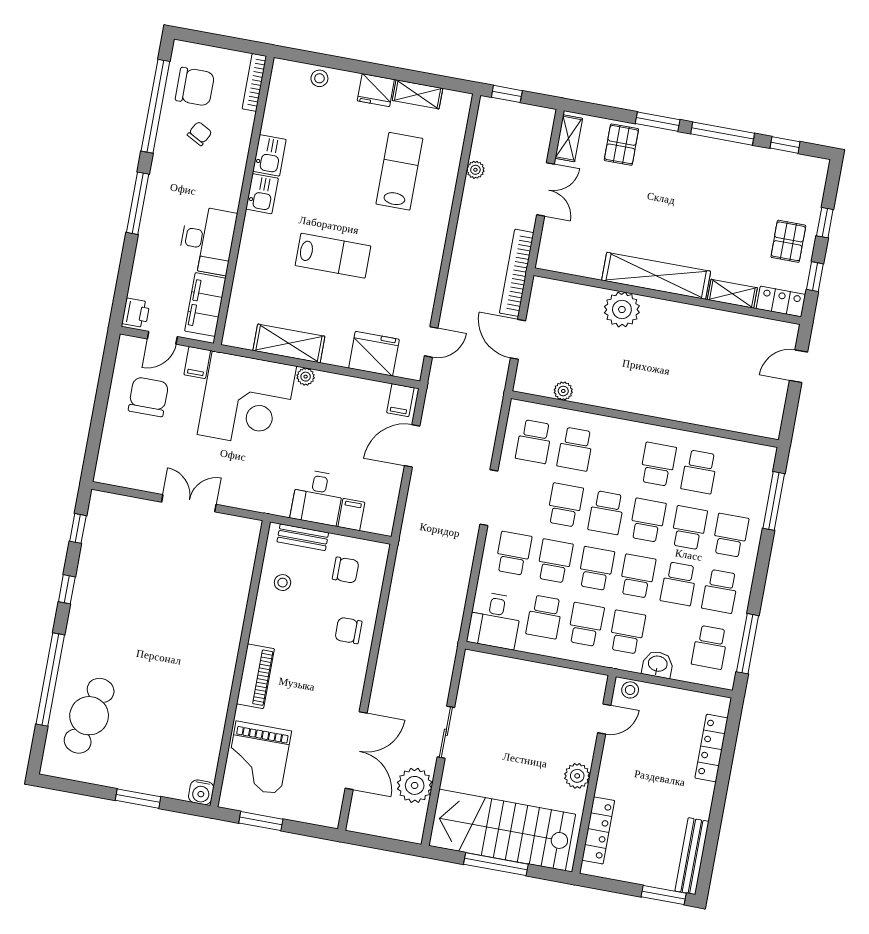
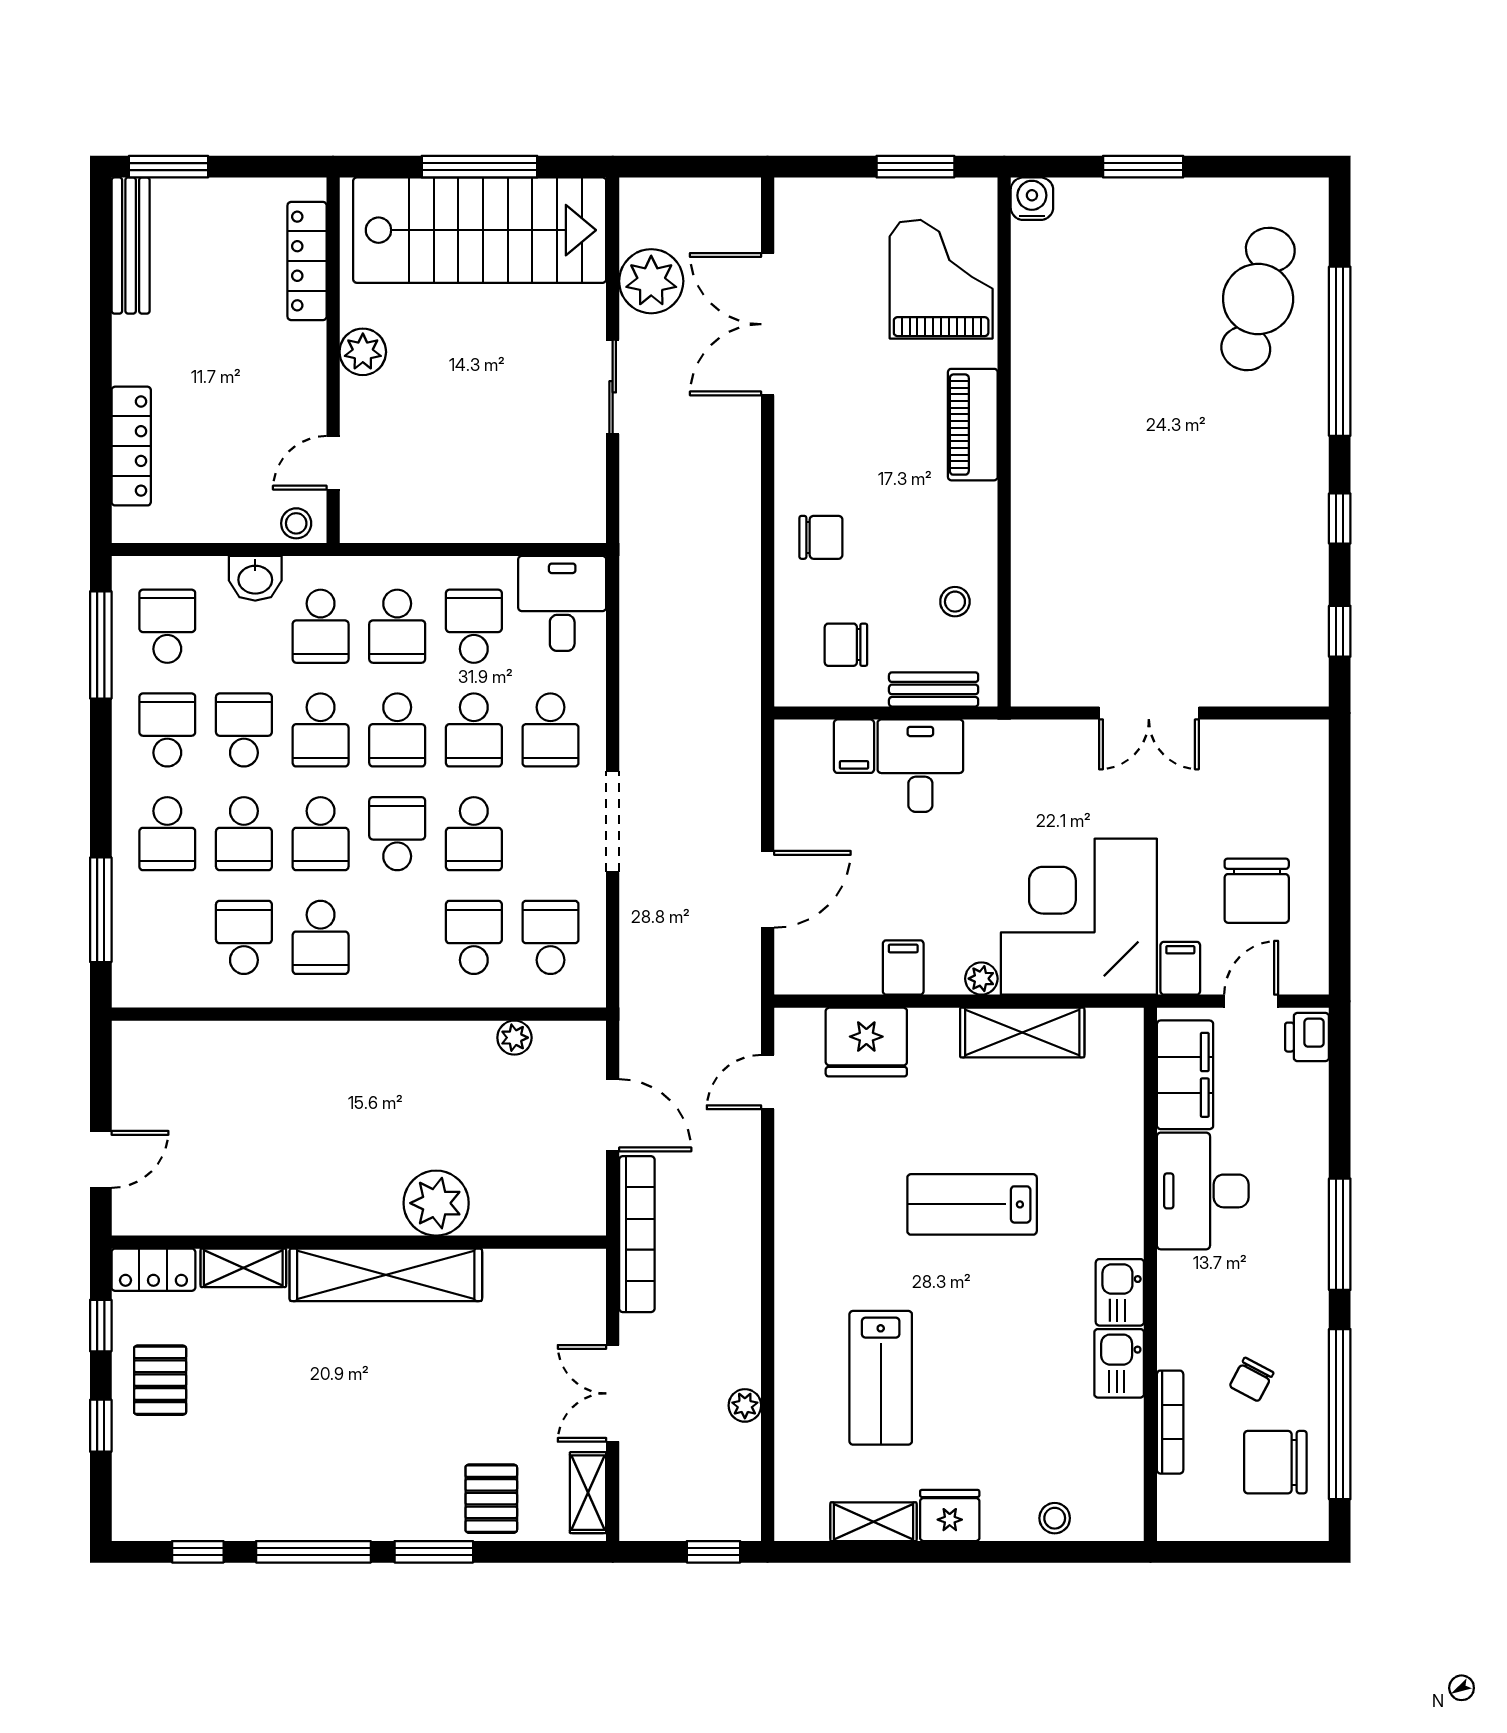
bookcase: (254, 82) -> (1170, 1422), moved
filing cabinet: (400, 400) -> (903, 968), moved

